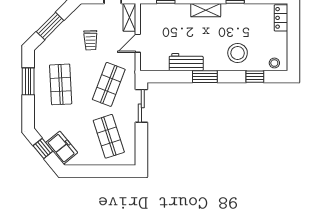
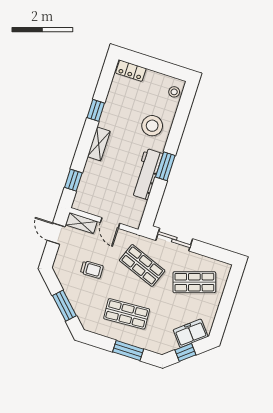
workbench: (186, 62) -> (147, 174), width x1.38
window: (255, 77) -> (181, 116), removed
window: (28, 81) -> (128, 350), moved

